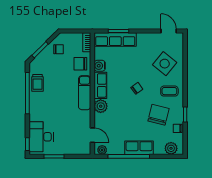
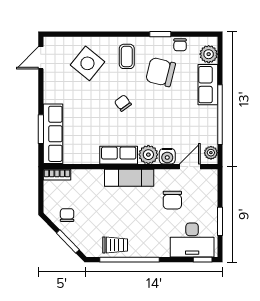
chair: (80, 64) -> (172, 200), moved
water cooler: (100, 66) -> (167, 156), moved
row of seats: (139, 148) -> (208, 85), moved

